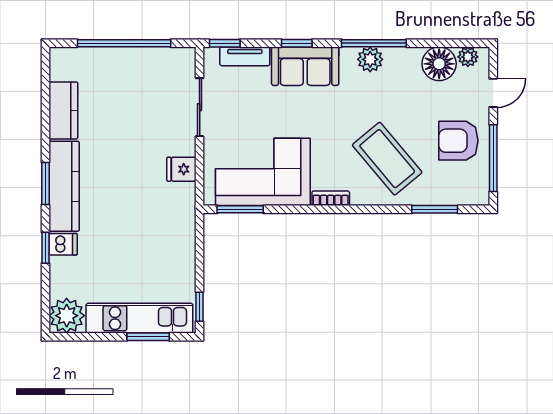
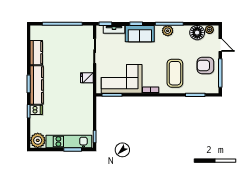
door: (493, 93) -> (220, 45), hinge flipped
coffee table: (387, 159) -> (175, 73), turned 40

